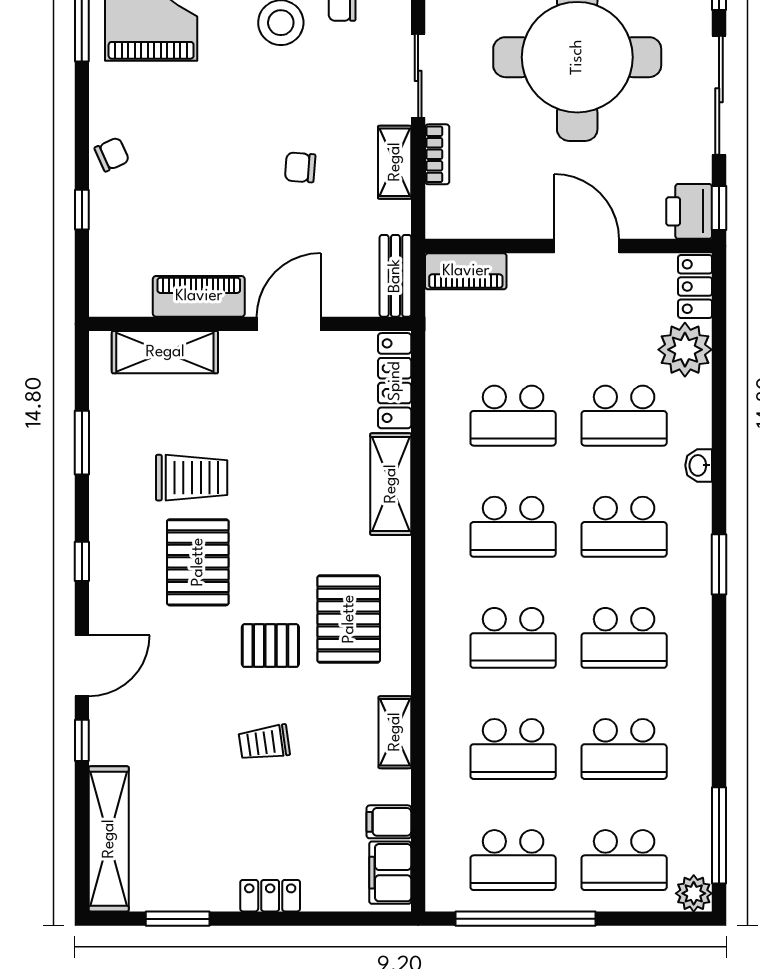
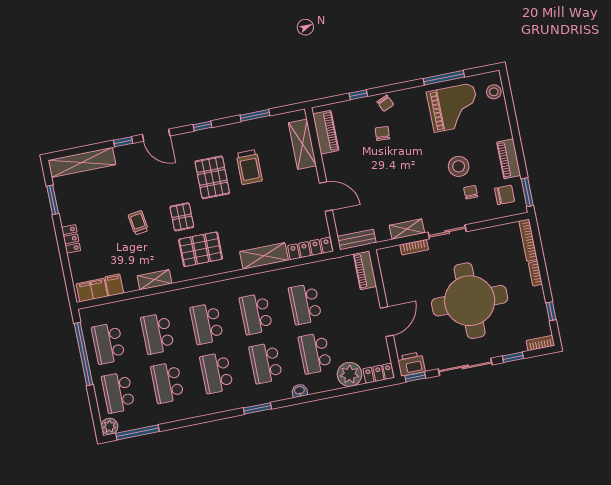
chair: (300, 167) -> (382, 133), moved
piano: (199, 296) -> (326, 132), moved
pallet: (198, 562) -> (212, 177), turned 90

